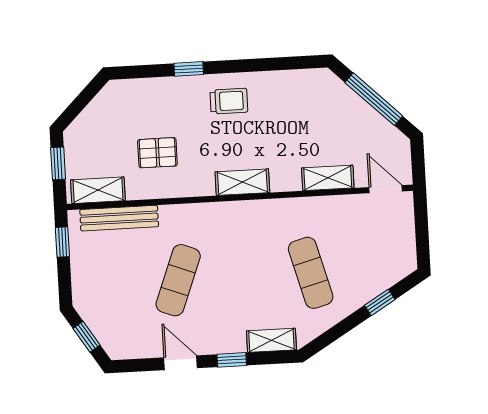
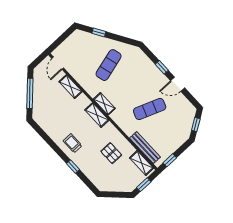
shelving: (271, 340) -> (104, 104), moved
door: (180, 363) -> (178, 84), hinge flipped

